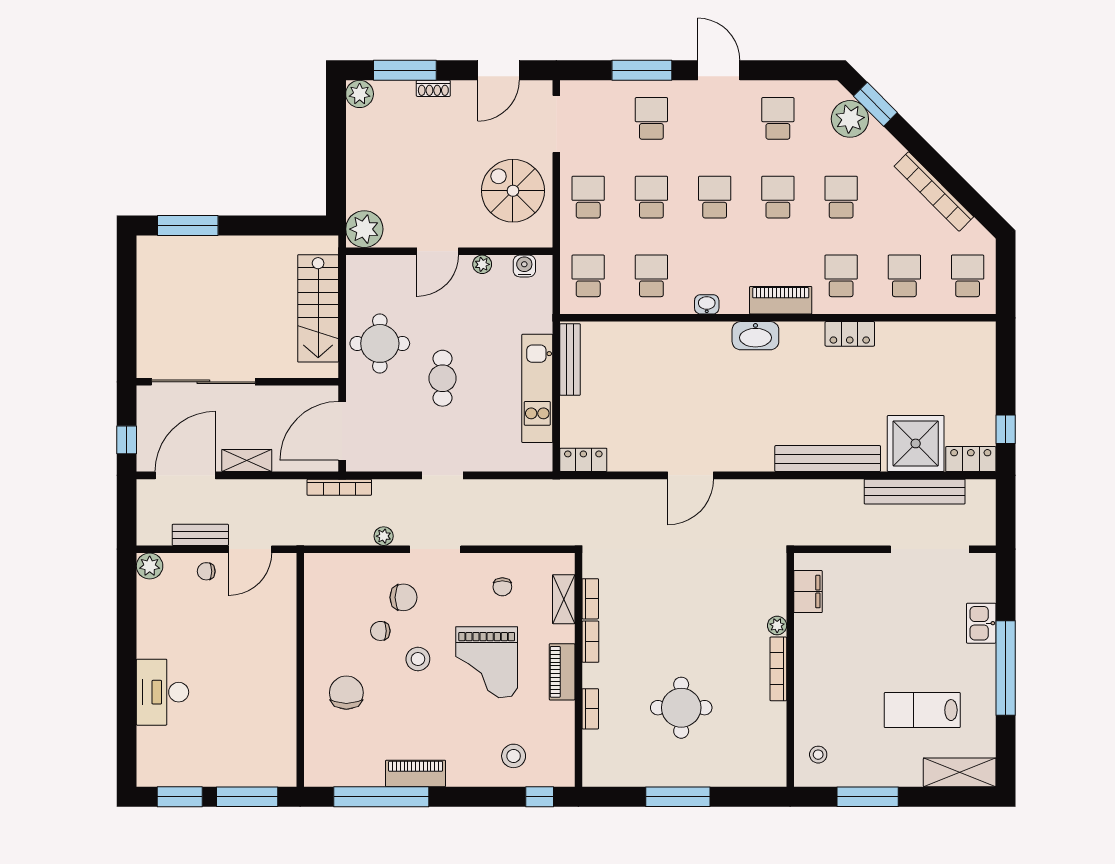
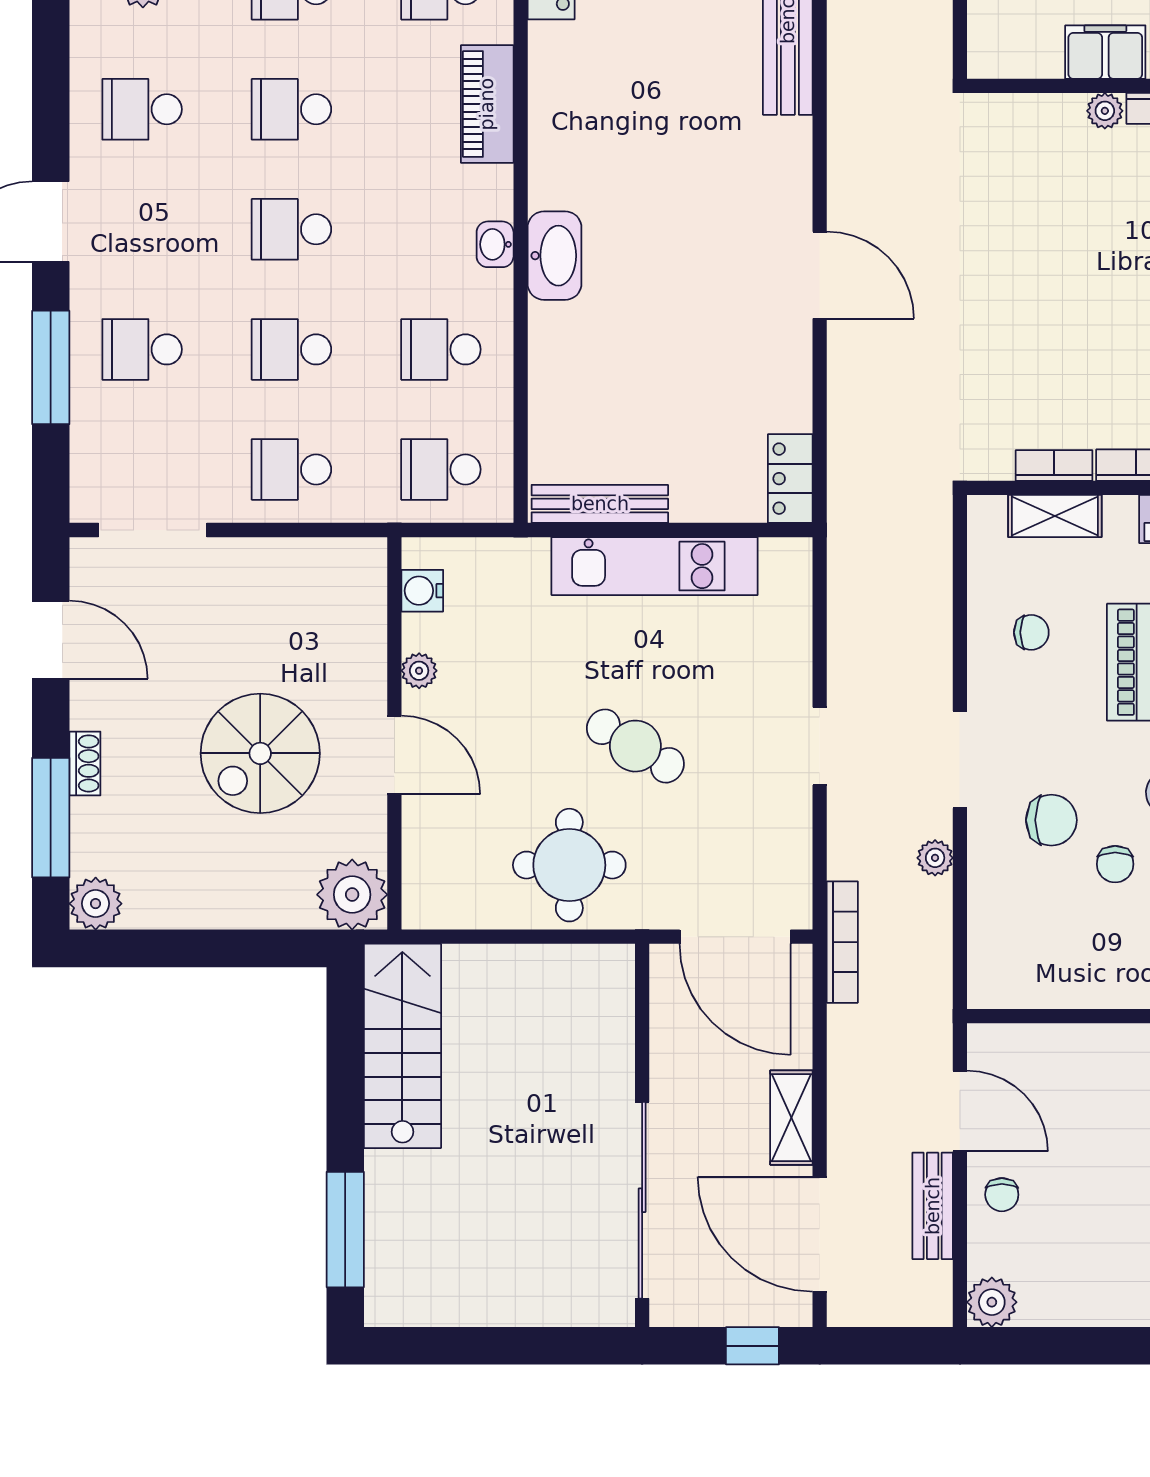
spiral stairs: (513, 191) -> (260, 753), moved
stairs: (318, 308) -> (402, 1046), moved, turned -90
washbasin: (755, 336) -> (555, 256), moved
cafe table: (442, 378) -> (635, 746), turned 31
filing cabinet: (808, 592) -> (1105, 52), moved
chair: (403, 597) -> (1051, 820), turned 90

